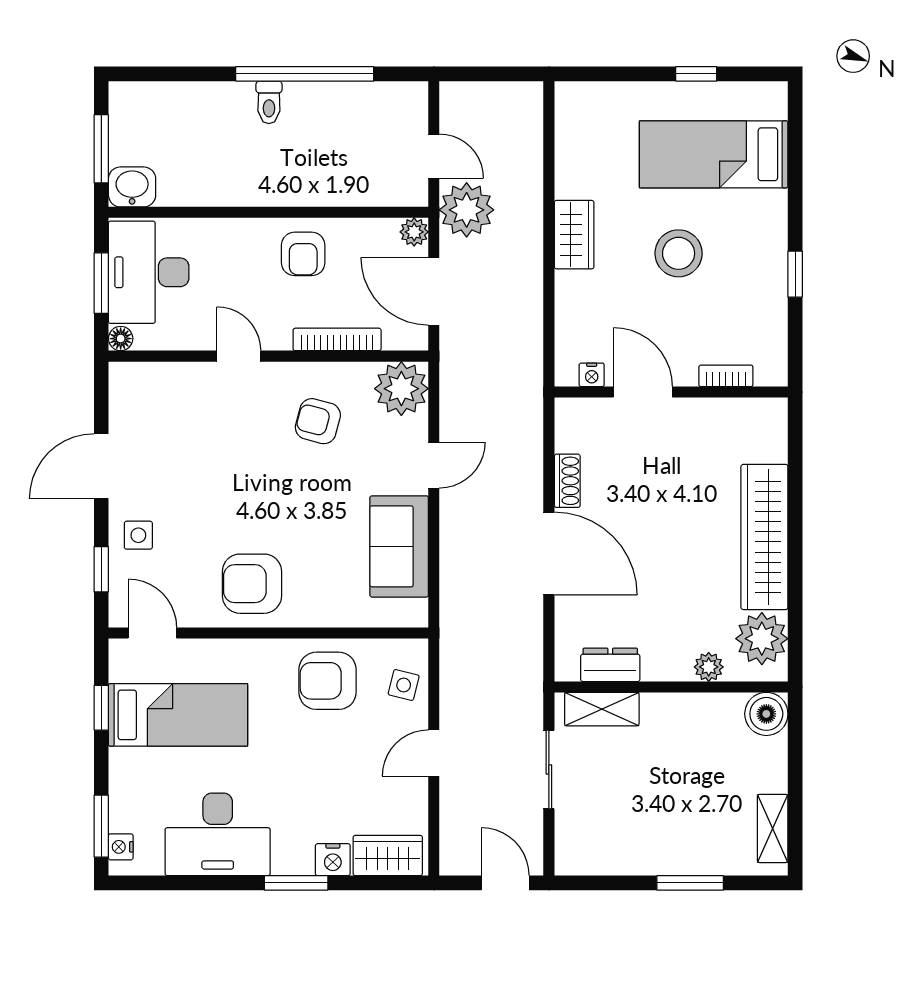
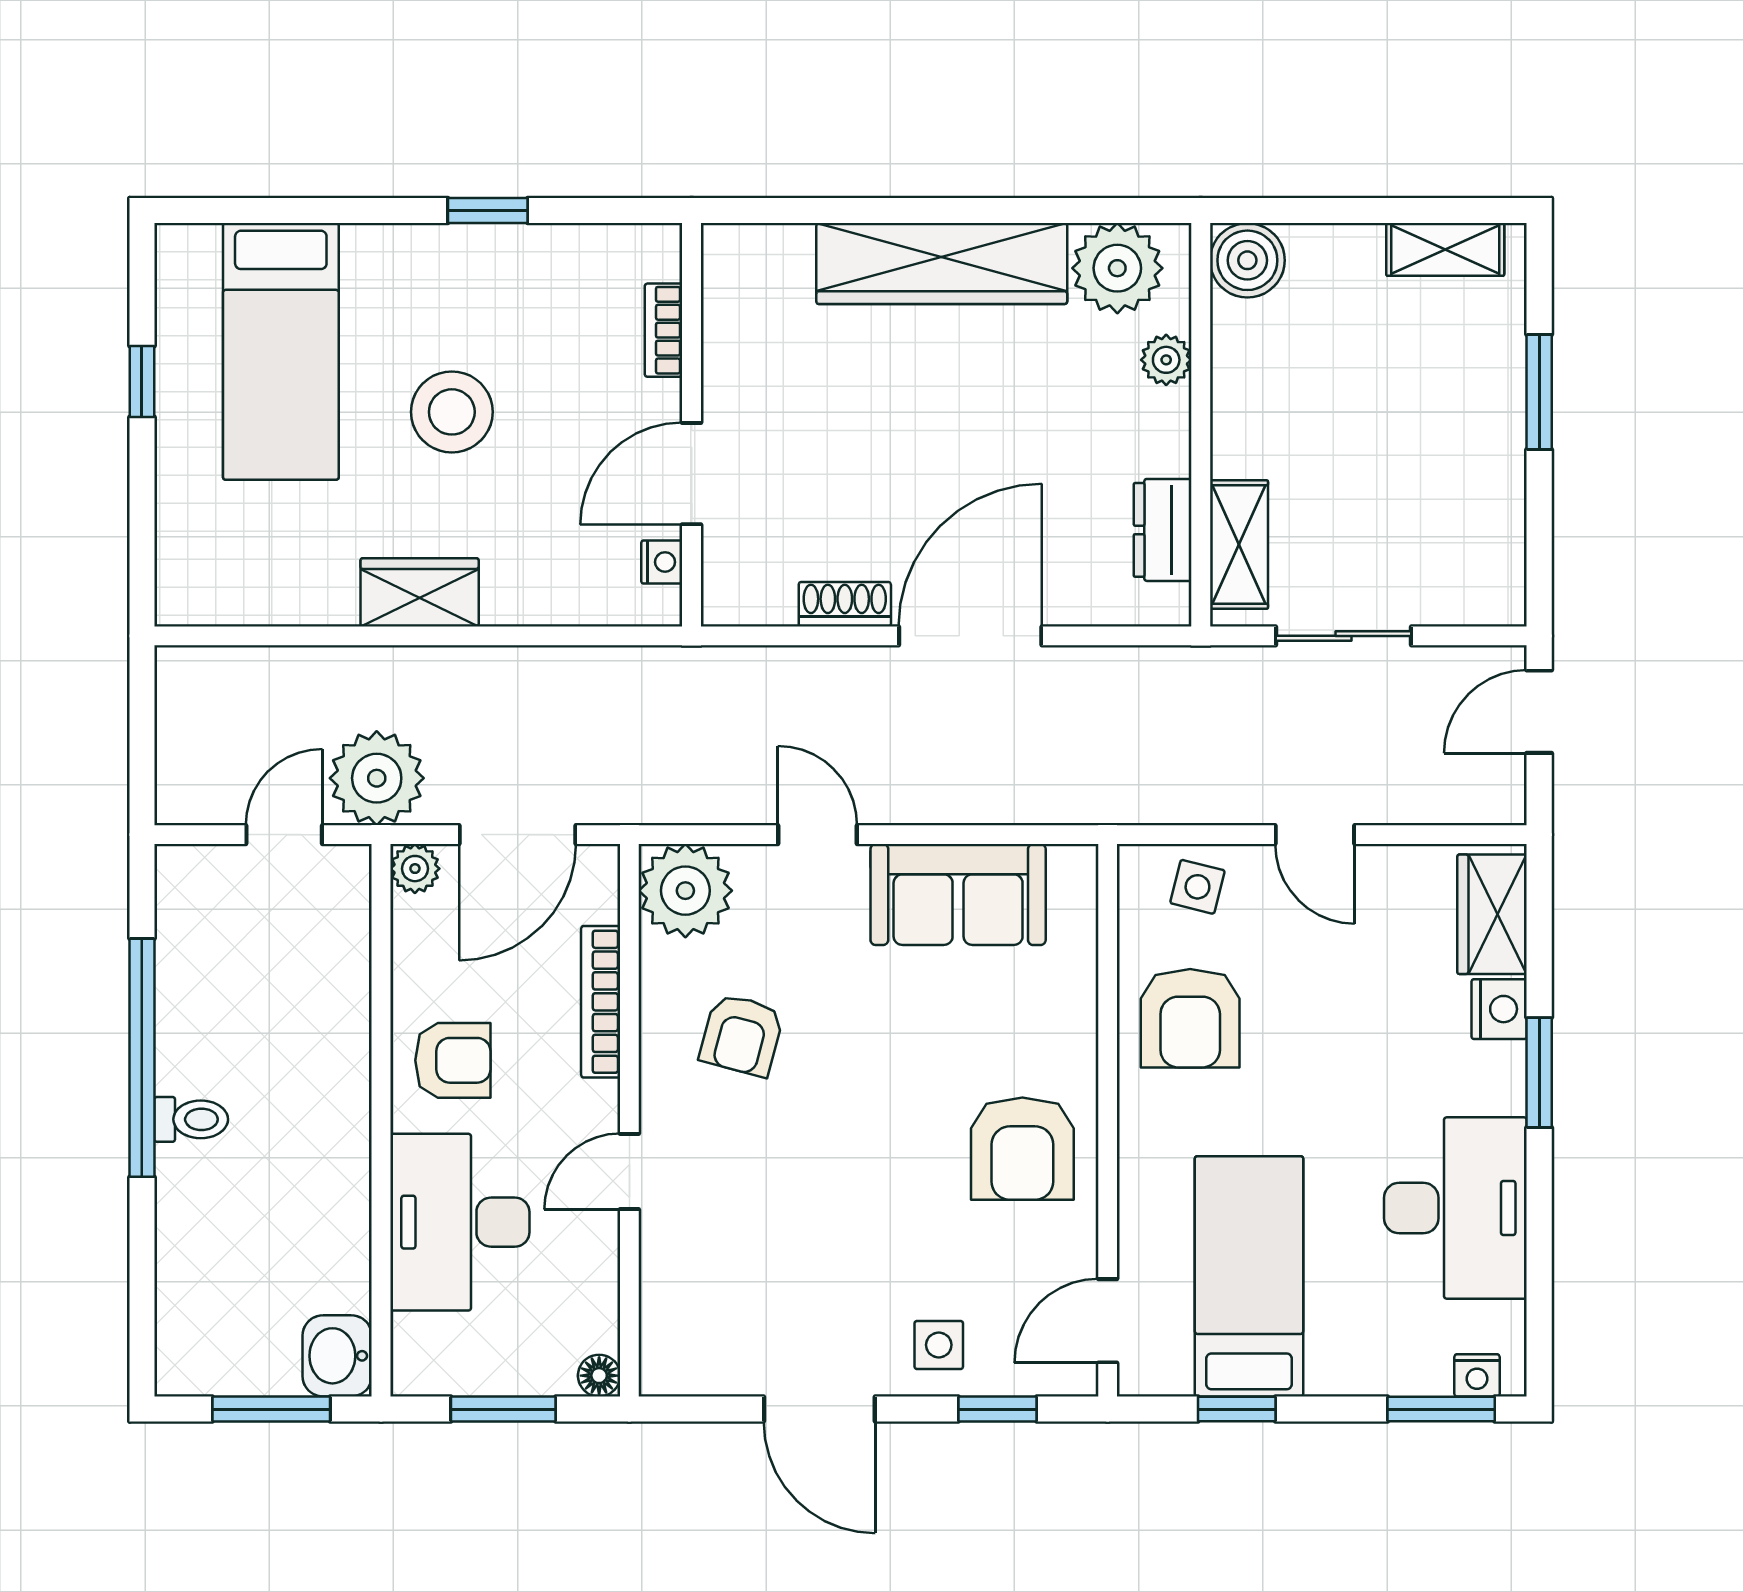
desk: (149, 272) -> (460, 1222), moved, turned 90

